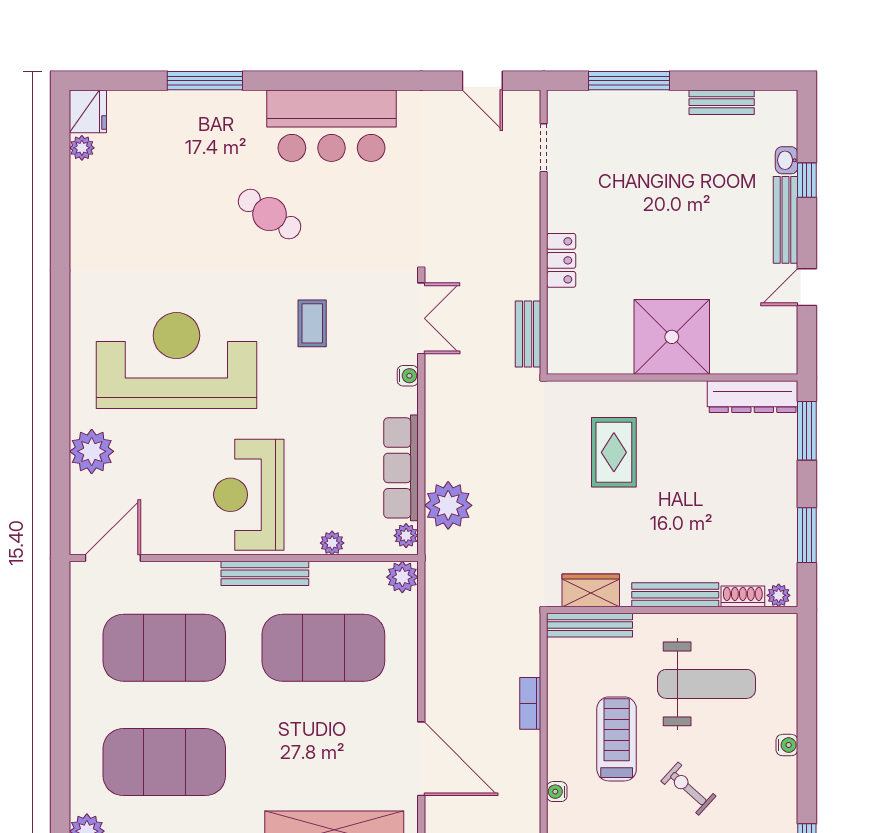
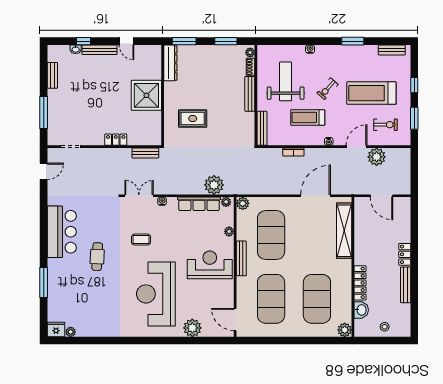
cafe table: (270, 214) -> (97, 257), turned -31
reception desk: (249, 495) -> (210, 265), turned 180
wardrobe: (591, 590) -> (248, 128), removed

